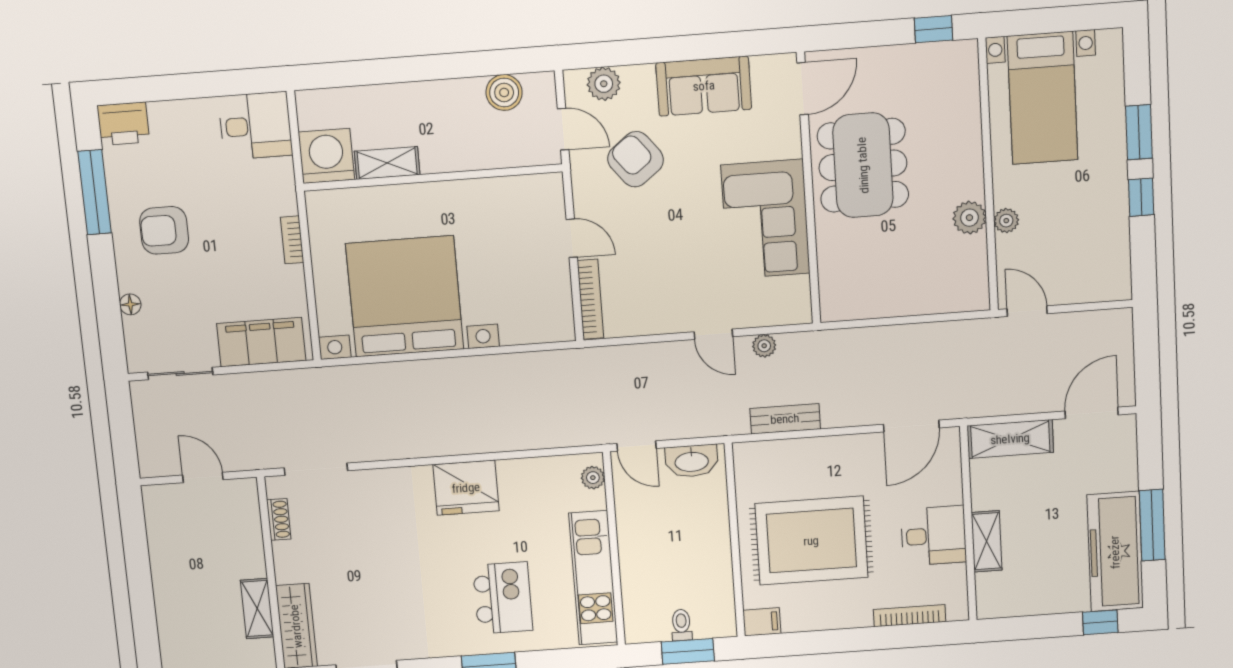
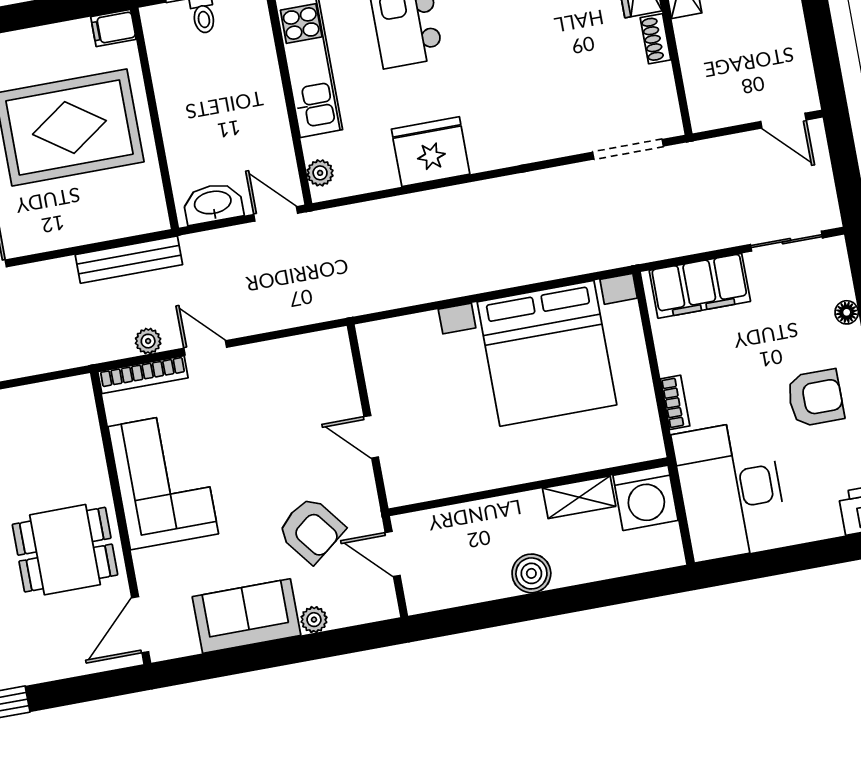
plant: (604, 84) -> (314, 620), moved, width x0.73, depth x0.73
boiler: (504, 92) -> (531, 573), moved
desk: (255, 126) -> (730, 490), width x1.87, depth x1.30
dining table: (863, 165) -> (65, 550), width x0.73
bookcase: (590, 299) -> (143, 375), moved, turned -90
bench: (785, 419) -> (129, 260), width x1.36
door: (203, 477) -> (783, 121), moved
fridge: (466, 488) -> (431, 152), moved
shoe rack: (279, 519) -> (656, 39), moved

